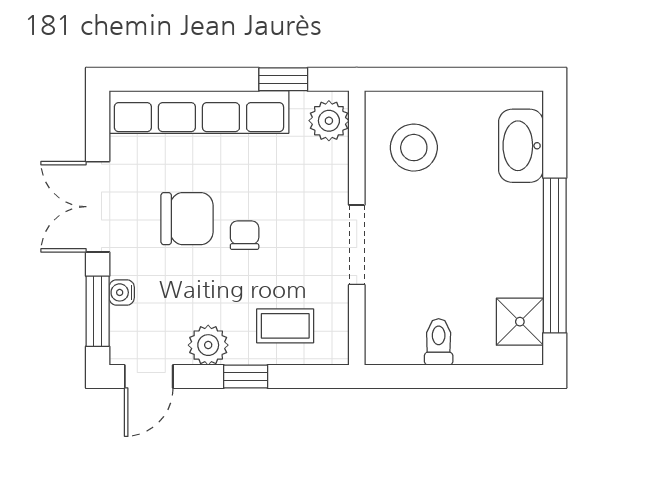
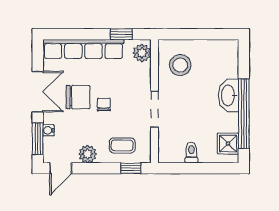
washbasin: (521, 146) -> (229, 95), moved
double door: (98, 207) -> (38, 92), swing flipped
window: (246, 376) -> (131, 168), moved

